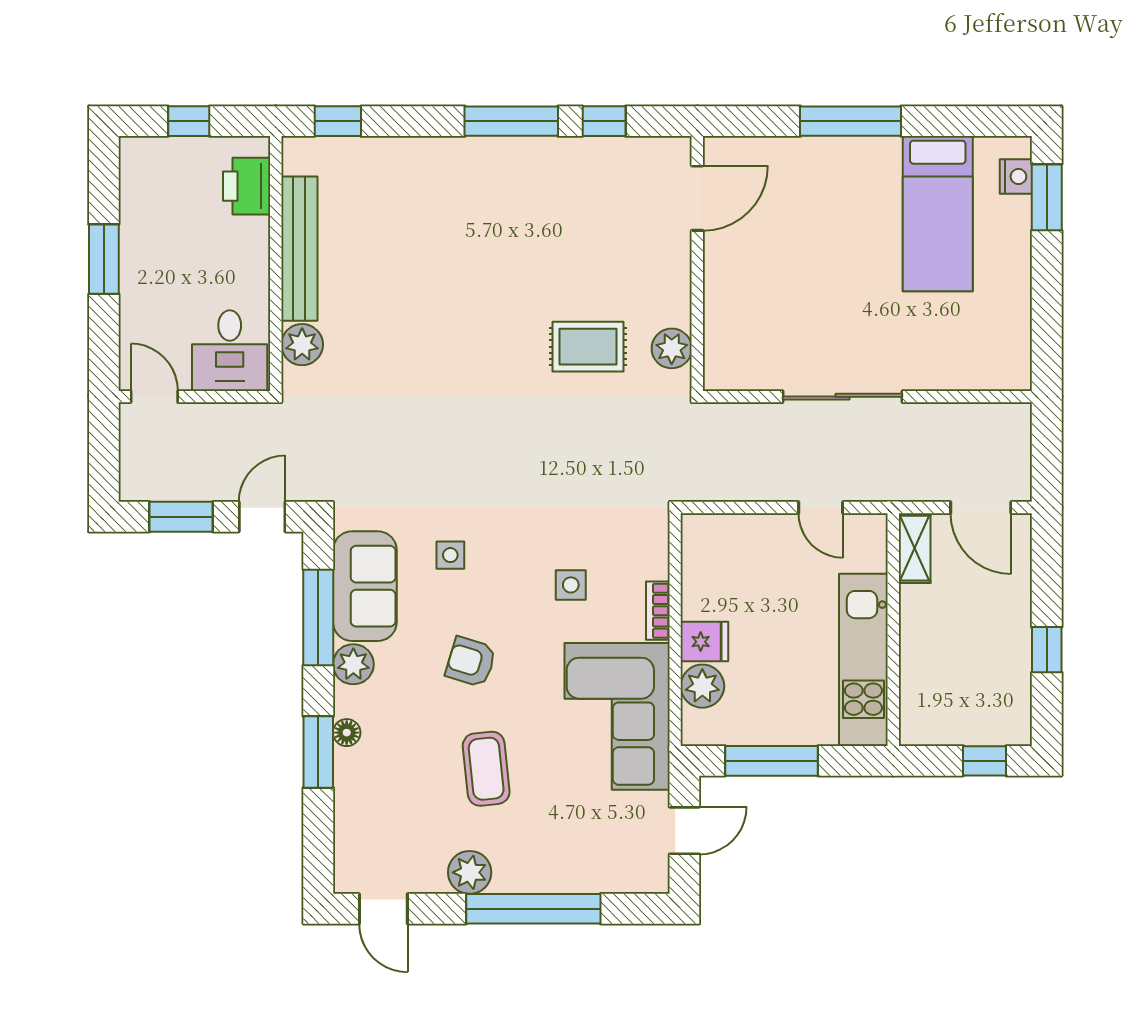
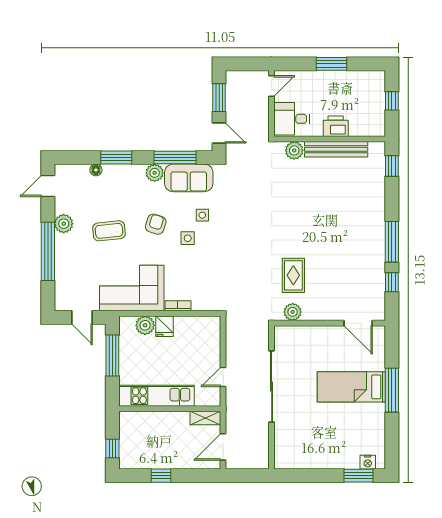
printer: (247, 186) -> (336, 126), moved
bed: (938, 214) -> (351, 387), moved
sliding door: (843, 397) -> (272, 387), width x1.36
side table: (571, 585) -> (188, 238), moved
floor lamp: (347, 733) -> (96, 170), moved

